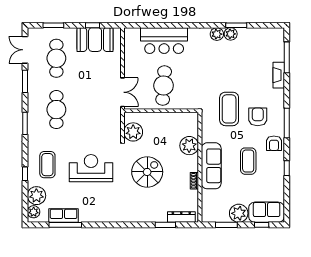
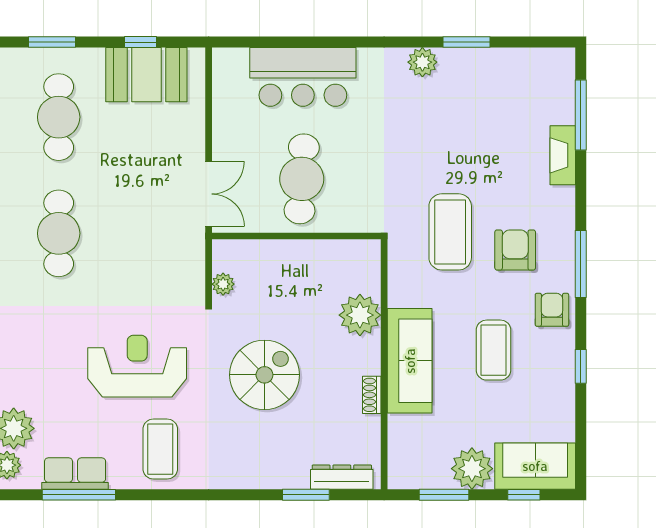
plant: (231, 34) -> (454, 62), removed
plant: (133, 132) -> (223, 284), width x0.53, depth x0.53
armchair: (274, 143) -> (552, 310), turned 180
coffee table: (47, 165) -> (160, 449), moved

